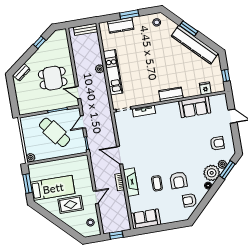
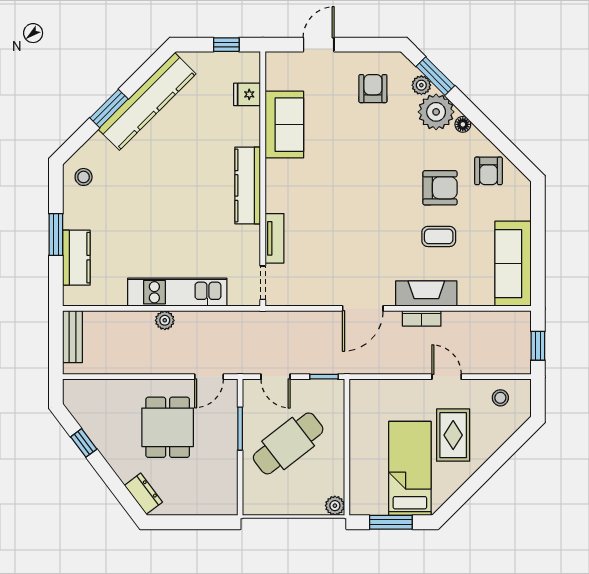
kitchen counter: (171, 94) -> (248, 185), width x1.50
sofa: (146, 219) -> (513, 264), width x1.36

